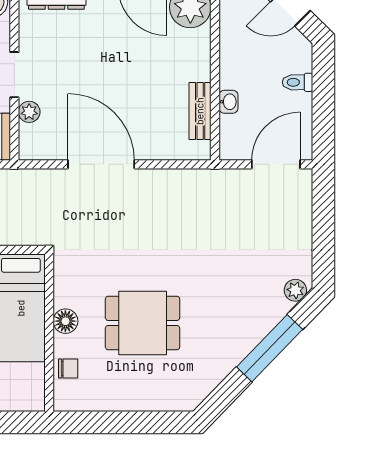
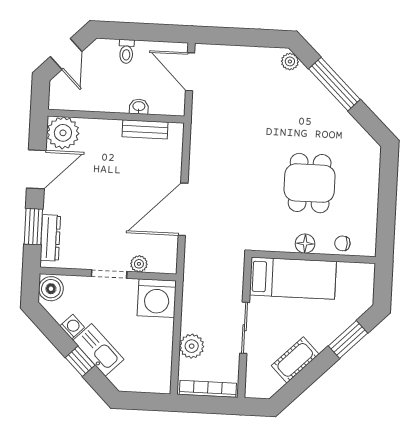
chair: (68, 369) -> (342, 243), turned -90

